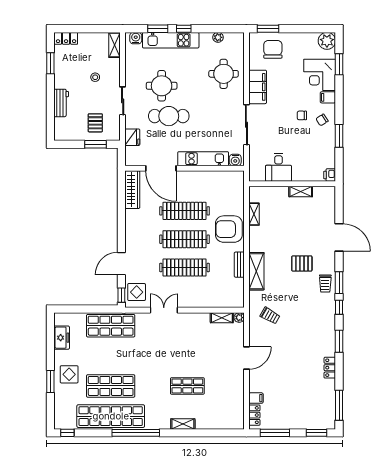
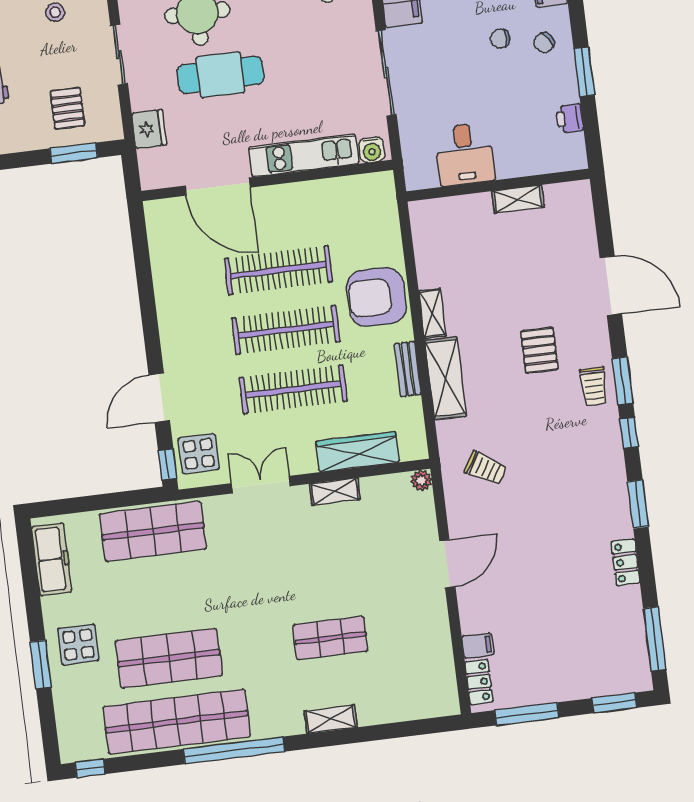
printer: (330, 175) -> (570, 118), moved
wardrobe: (132, 190) -> (357, 452), moved, turned -90
shelving: (254, 214) -> (432, 313), moved
pallet: (302, 264) -> (539, 350), turned 90
shelving: (222, 318) -> (335, 492), moved
freezer: (62, 338) -> (52, 559), width x1.40

